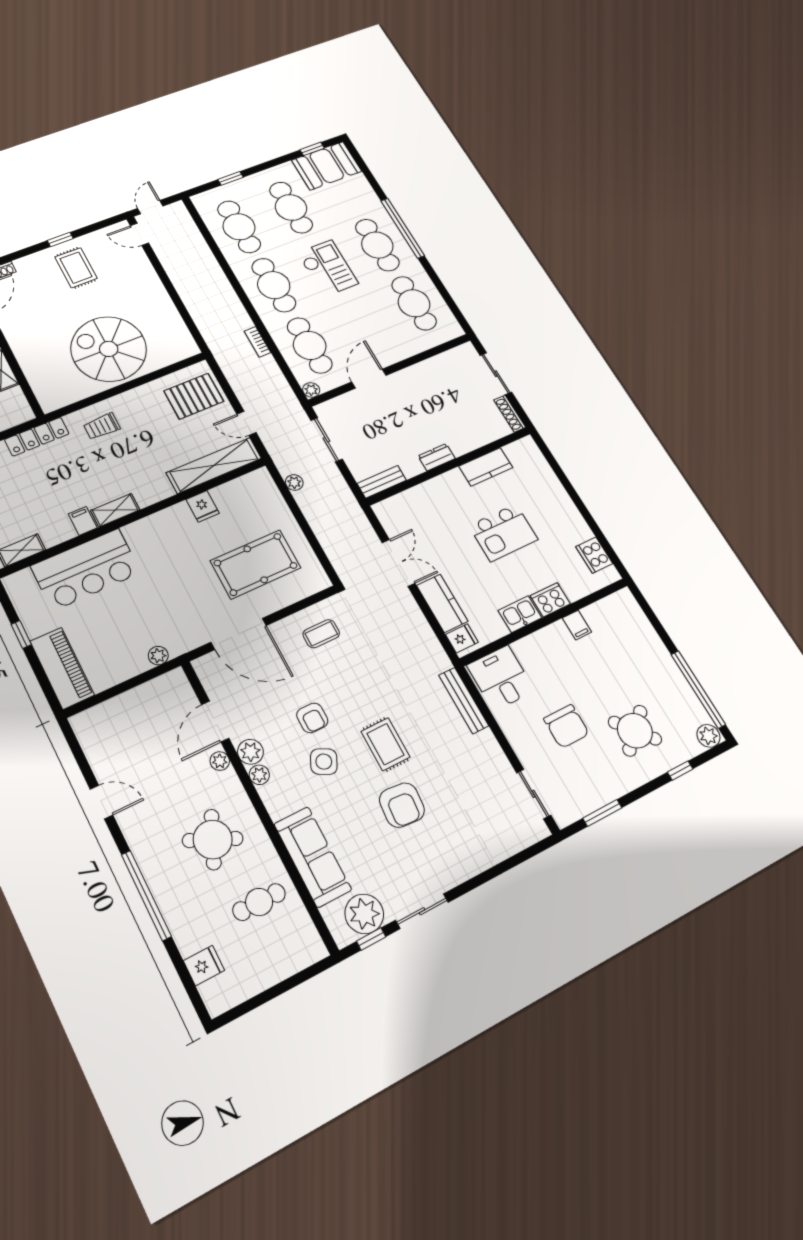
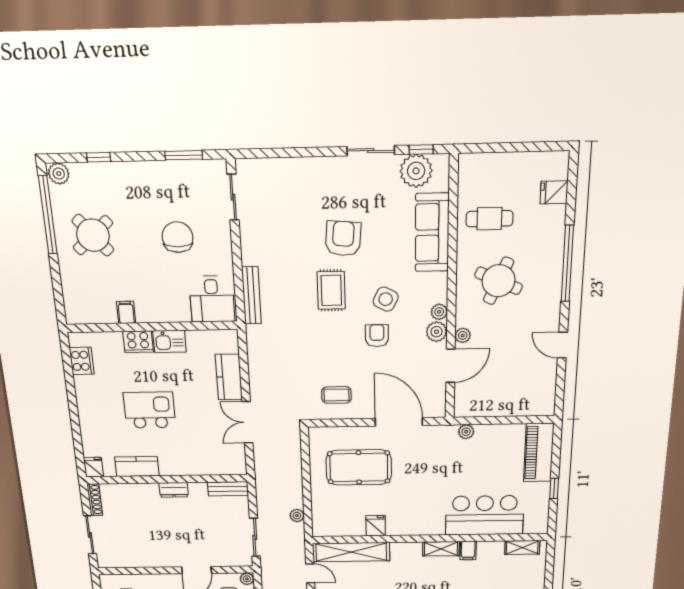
fridge: (462, 638) -> (94, 467), moved, turned 90
round table: (635, 731) -> (93, 235), moved

